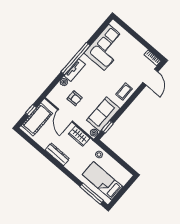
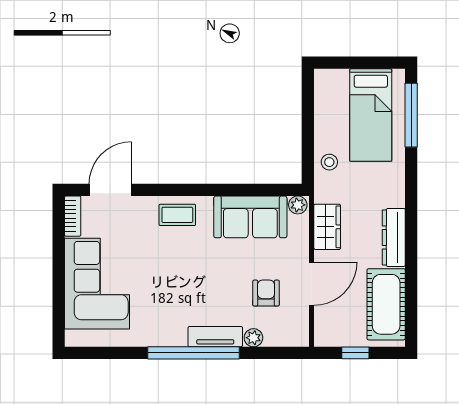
corner sofa: (107, 47) -> (97, 284), moved, turned 90
cot: (37, 119) -> (386, 304), moved, turned 90
window: (107, 127) -> (267, 190), removed

